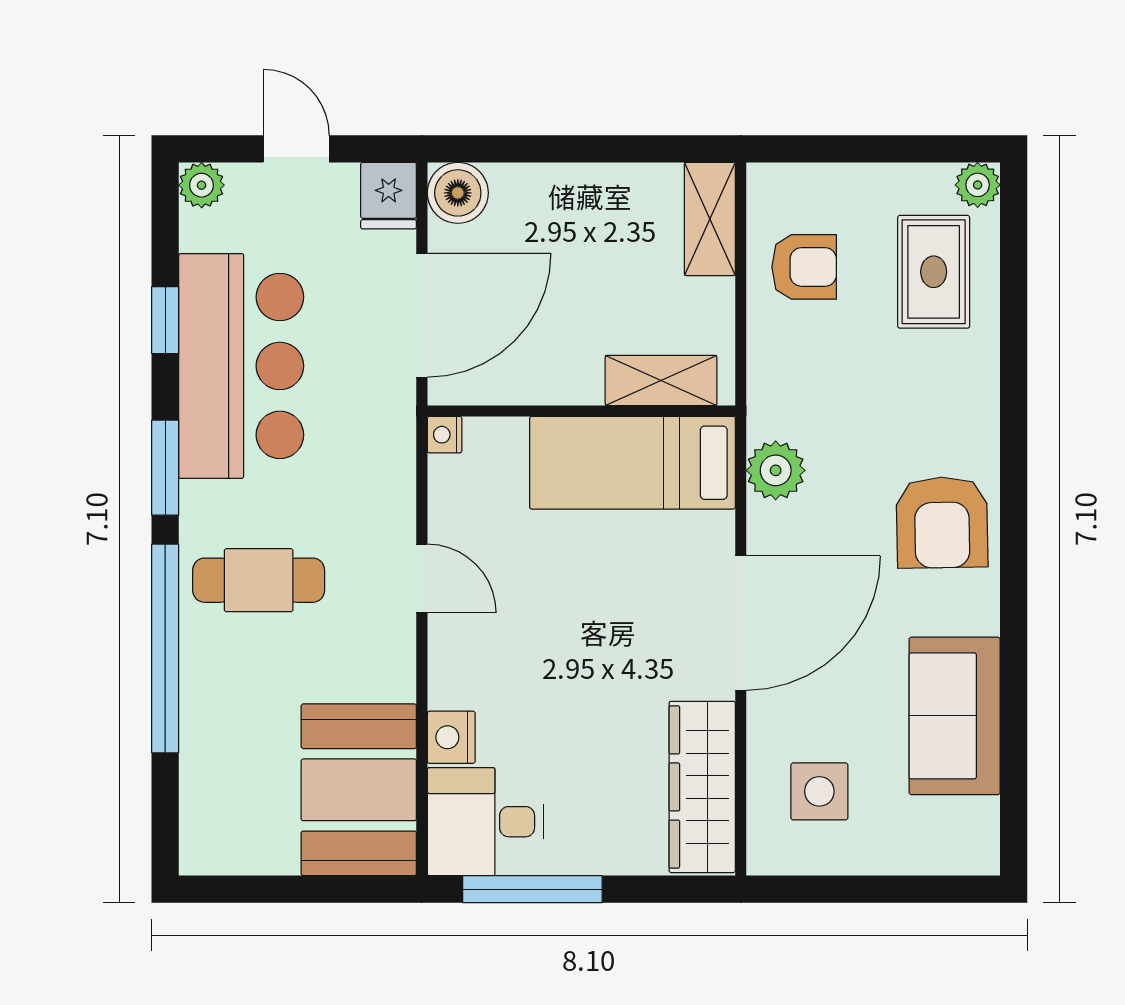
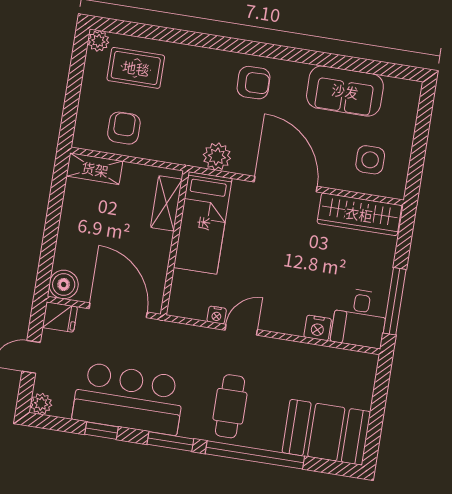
nightstand: (445, 435) -> (217, 315), moved
armchair: (942, 522) -> (253, 83), width x0.72, depth x0.72
booth: (359, 790) -> (326, 432), moved

